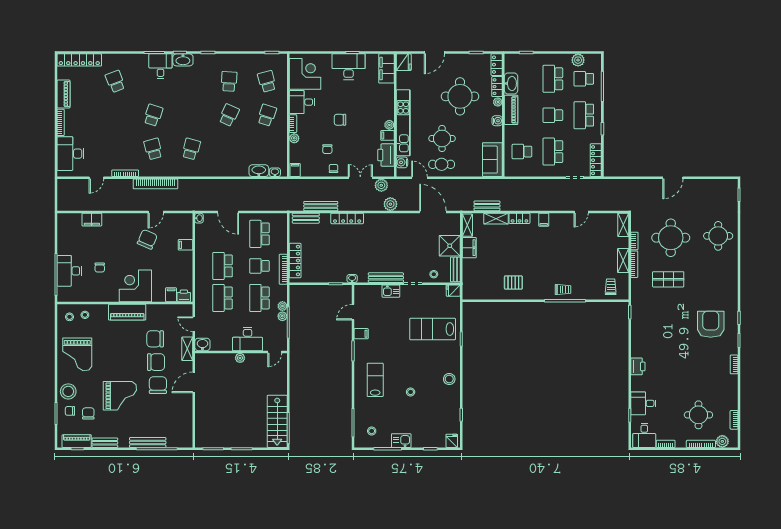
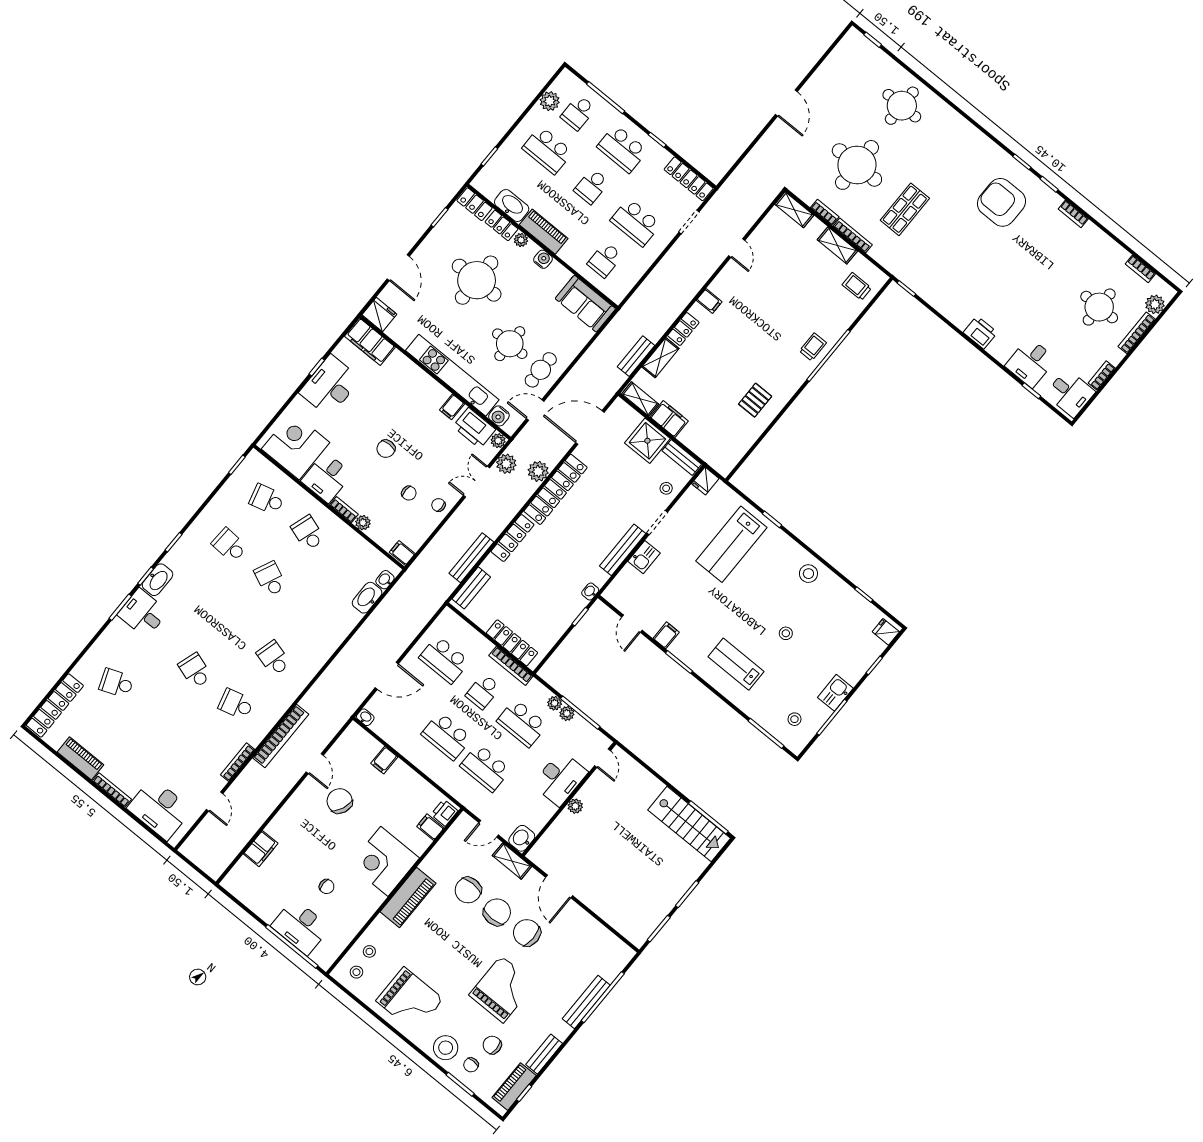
plant: (389, 125) -> (498, 441), moved
locker: (389, 220) -> (556, 489), added

